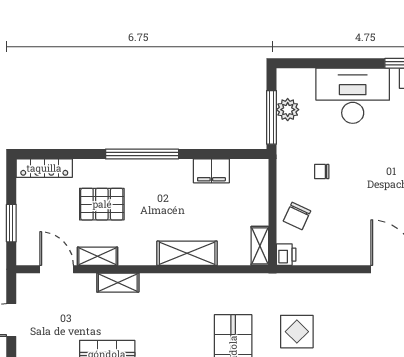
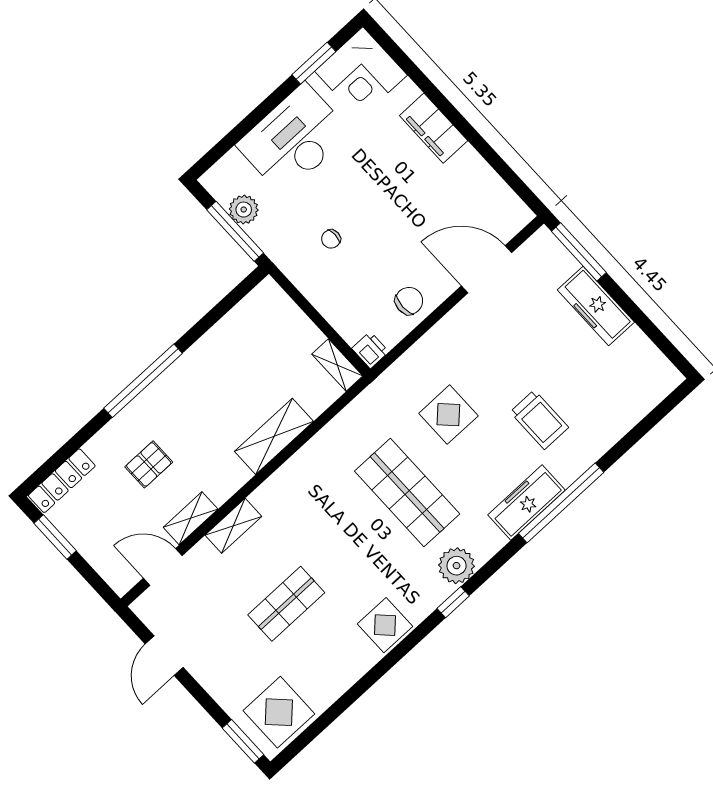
filing cabinet: (211, 171) -> (225, 336), removed
pallet: (102, 204) -> (149, 464), width x0.67, depth x0.71
chair: (297, 216) -> (409, 301), moved, turned -114
window: (11, 223) -> (55, 537), moved

